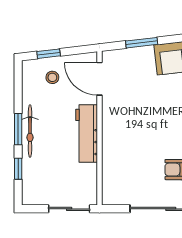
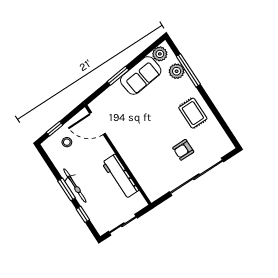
window: (142, 43) -> (118, 76), moved
workbench: (87, 133) -> (120, 176), moved
sliding door: (69, 209) -> (123, 225), moved

